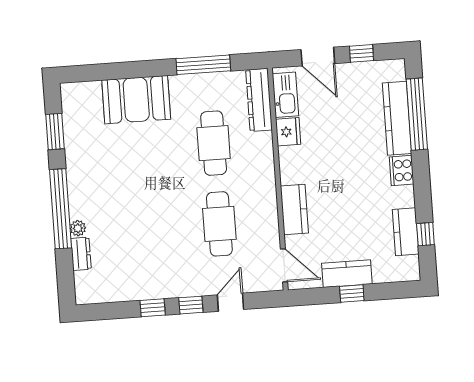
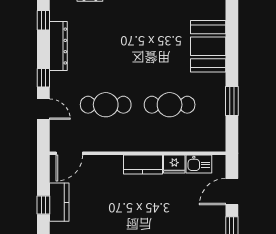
window: (203, 65) -> (232, 101), width x0.69
kitchen sink: (285, 95) -> (199, 164), width x0.73
dresser: (259, 100) -> (58, 46), moved, turned 90
kitchen counter: (294, 209) -> (143, 165), moved
window: (153, 308) -> (43, 20), moved

